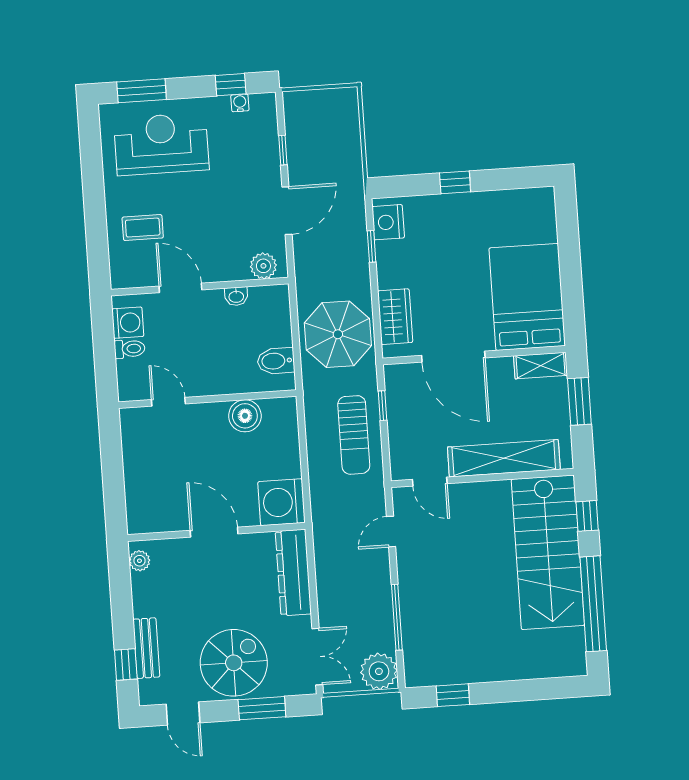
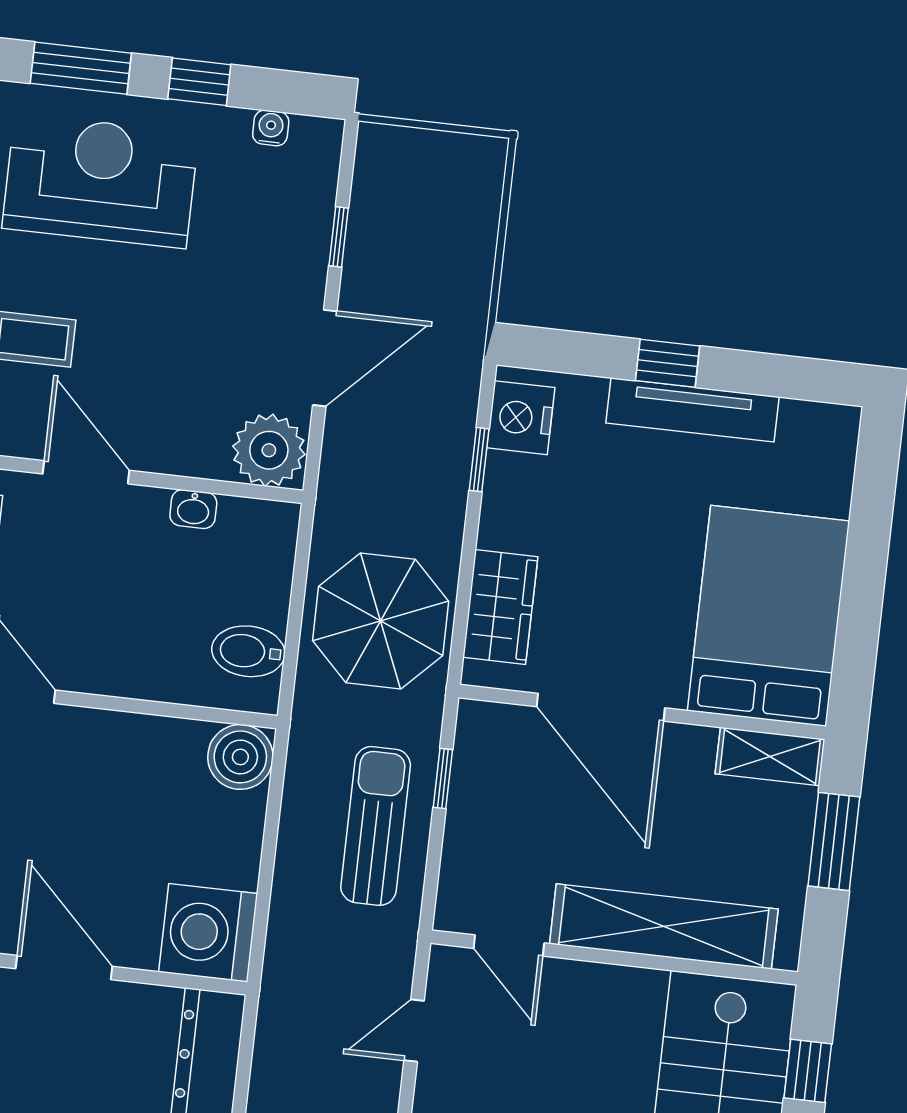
window: (231, 85) -> (199, 82), moved
tv unit: (471, 203) -> (693, 410), added
plant: (263, 266) -> (269, 450), width x1.36, depth x1.36
boiler: (245, 416) -> (240, 757), moved
sun lounger: (354, 435) -> (376, 826), turned 180

